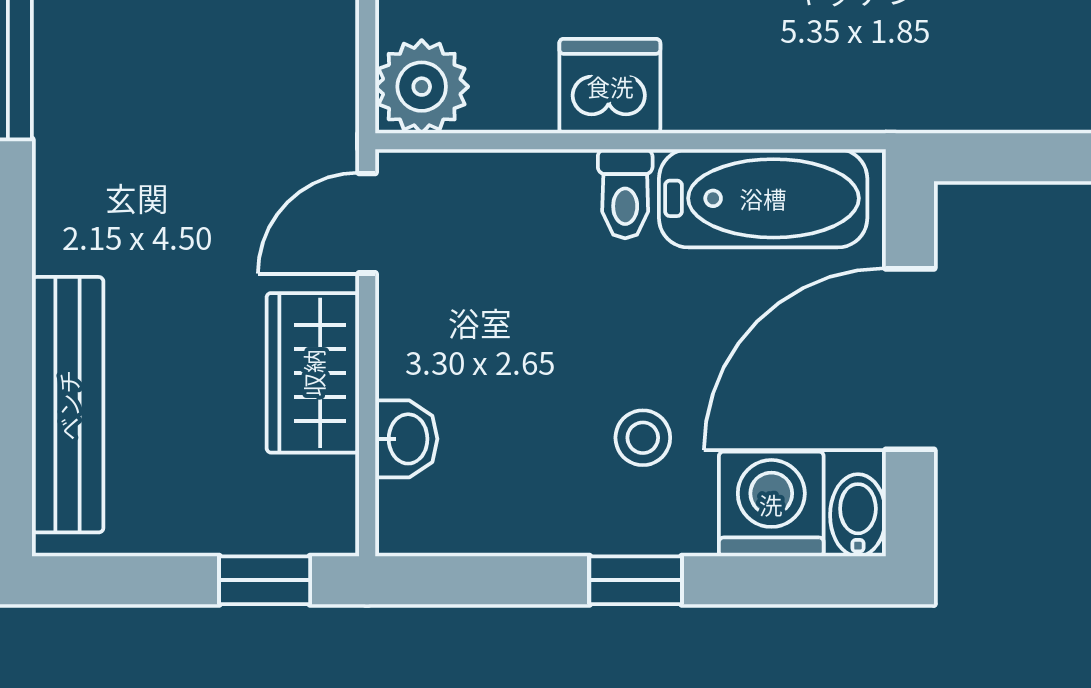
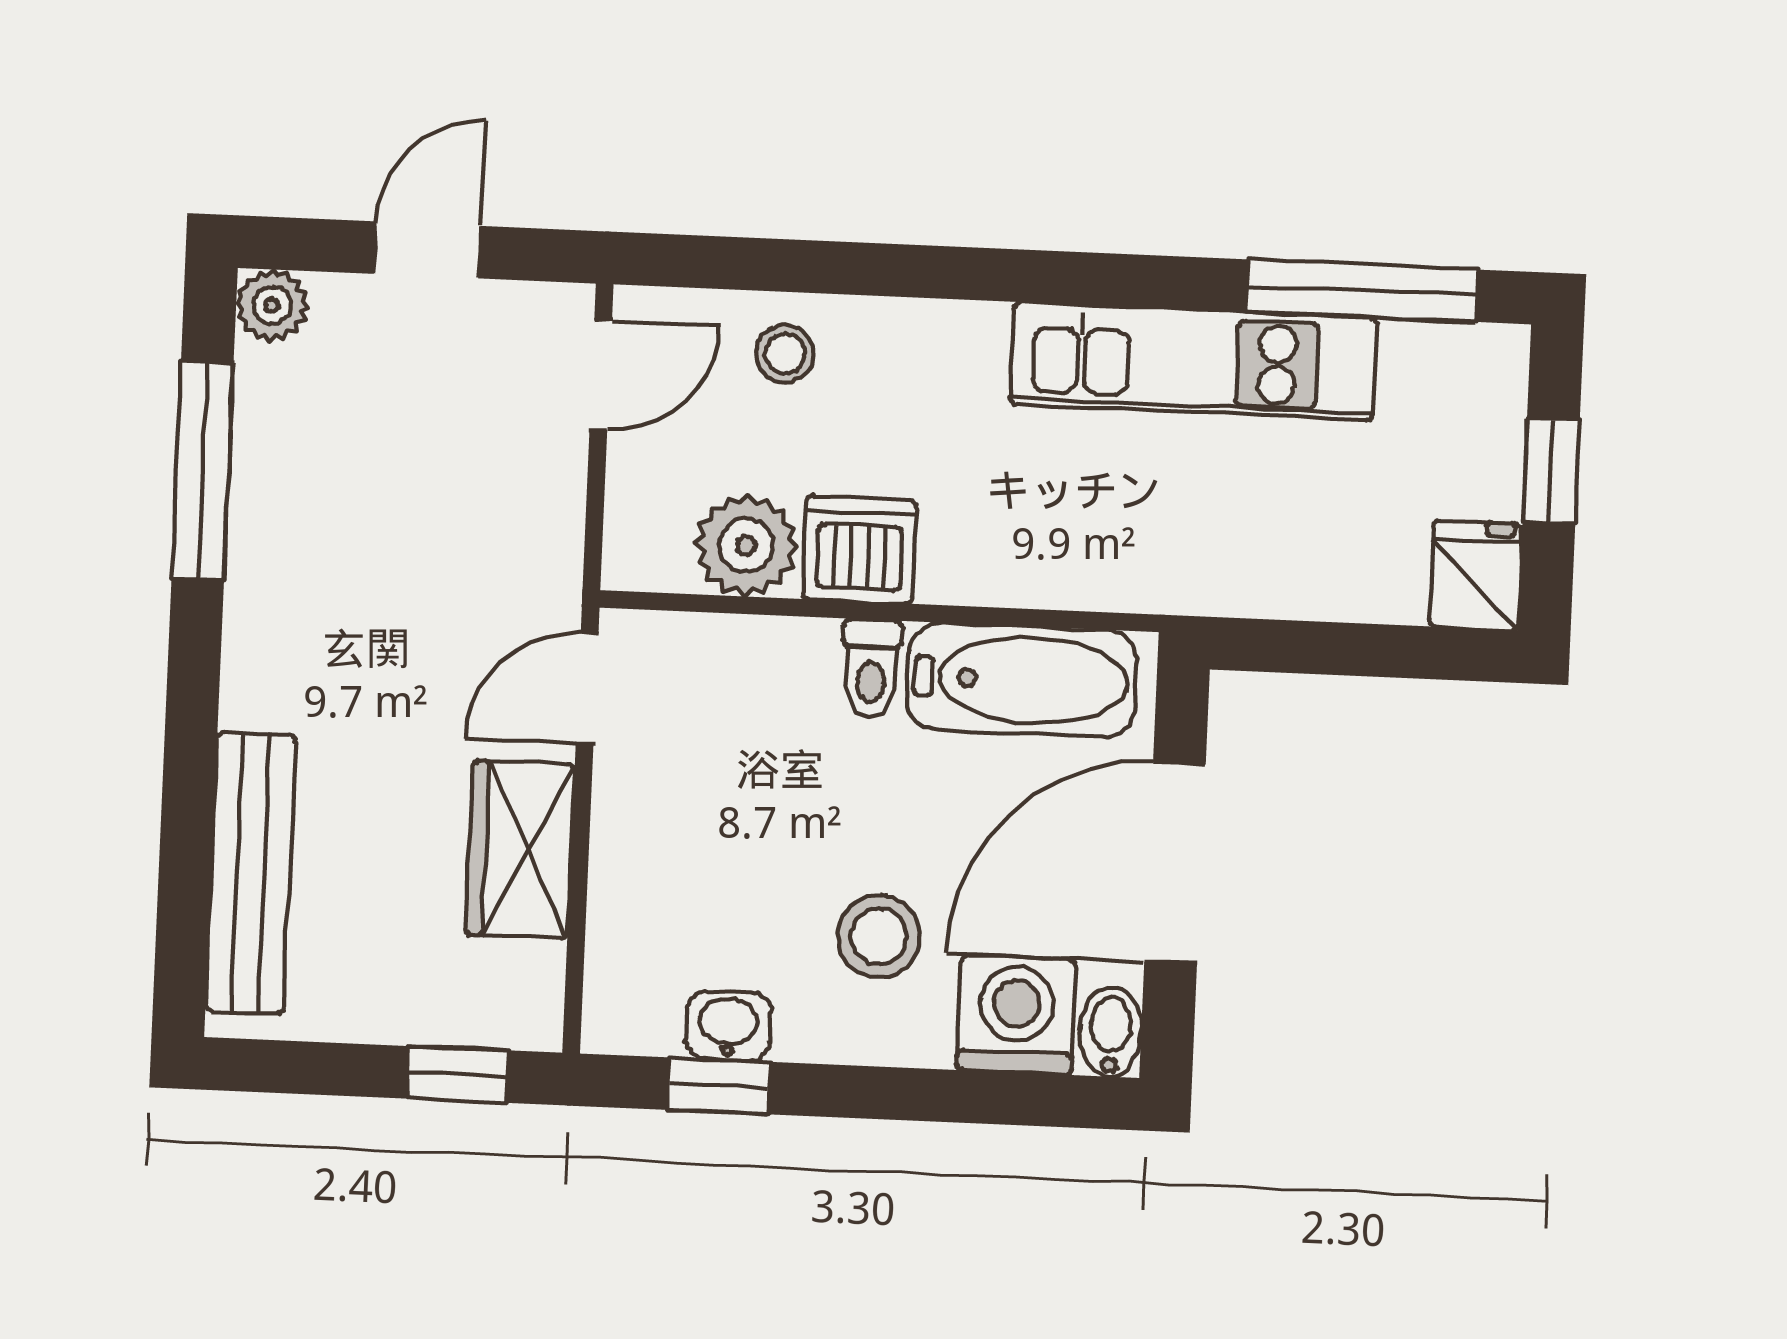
plant: (422, 87) -> (746, 545), moved
stool: (643, 438) -> (879, 936), width x1.37, depth x1.37
washbasin: (406, 439) -> (728, 1026), moved, turned -90
window: (636, 580) -> (719, 1086), moved

